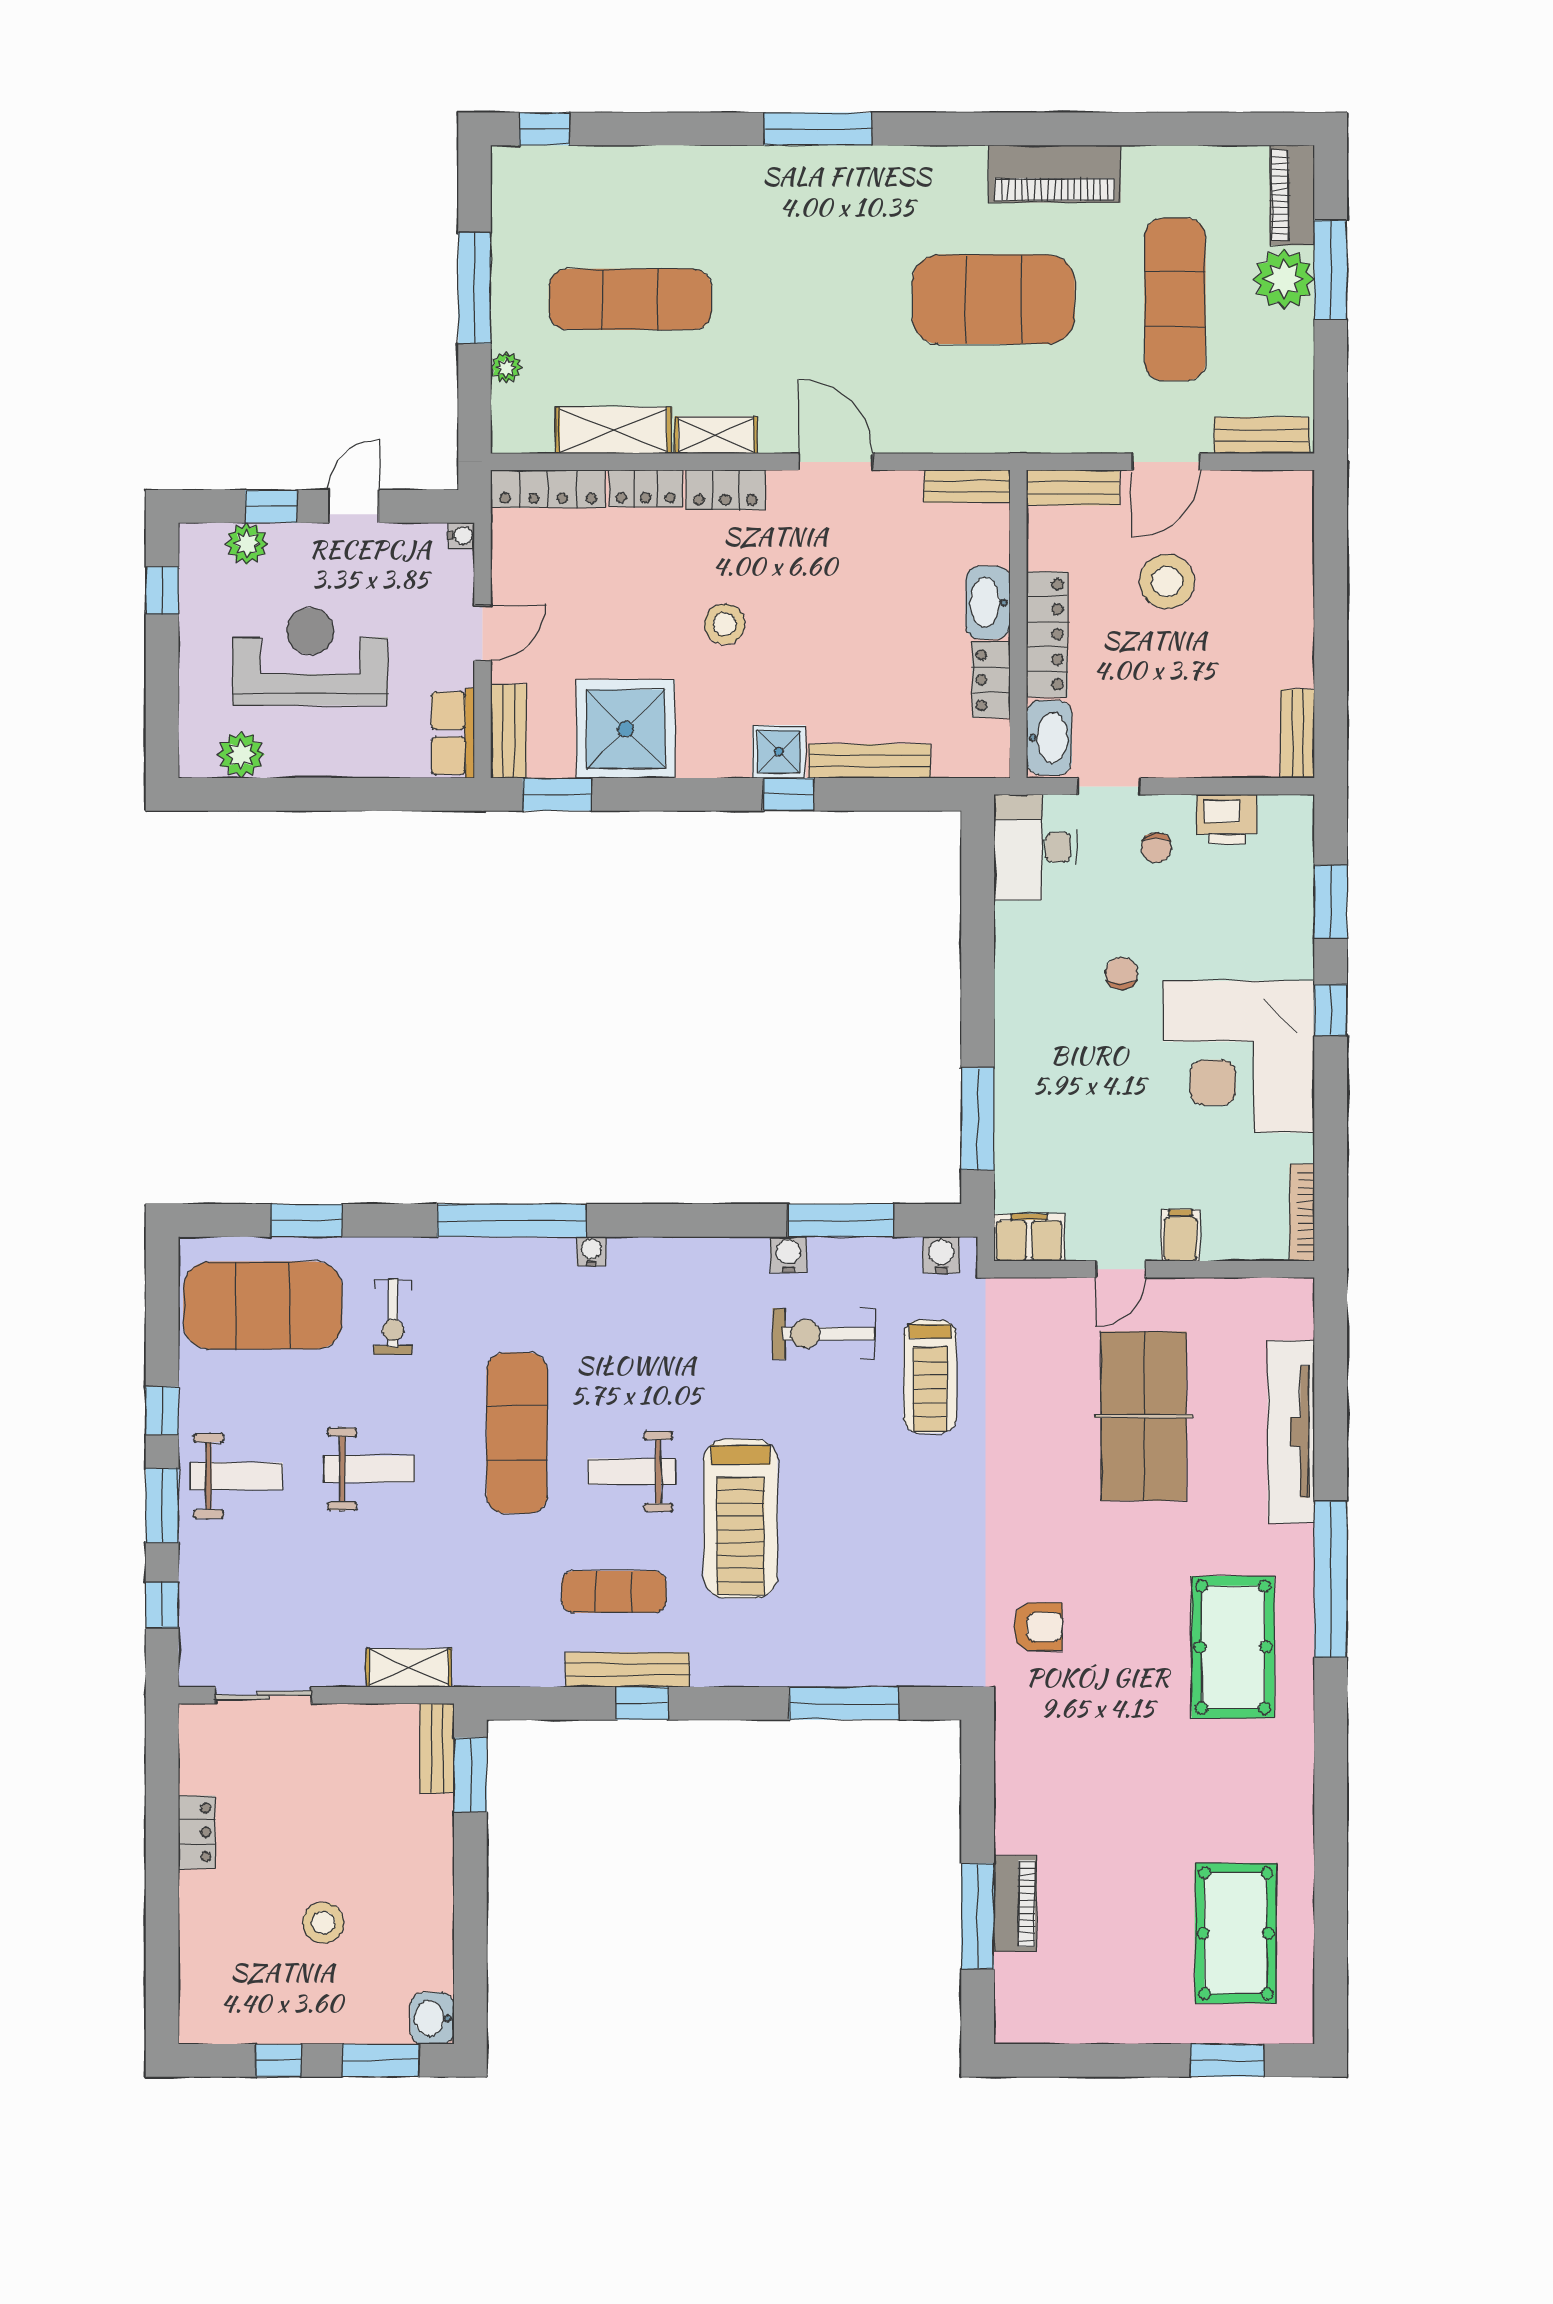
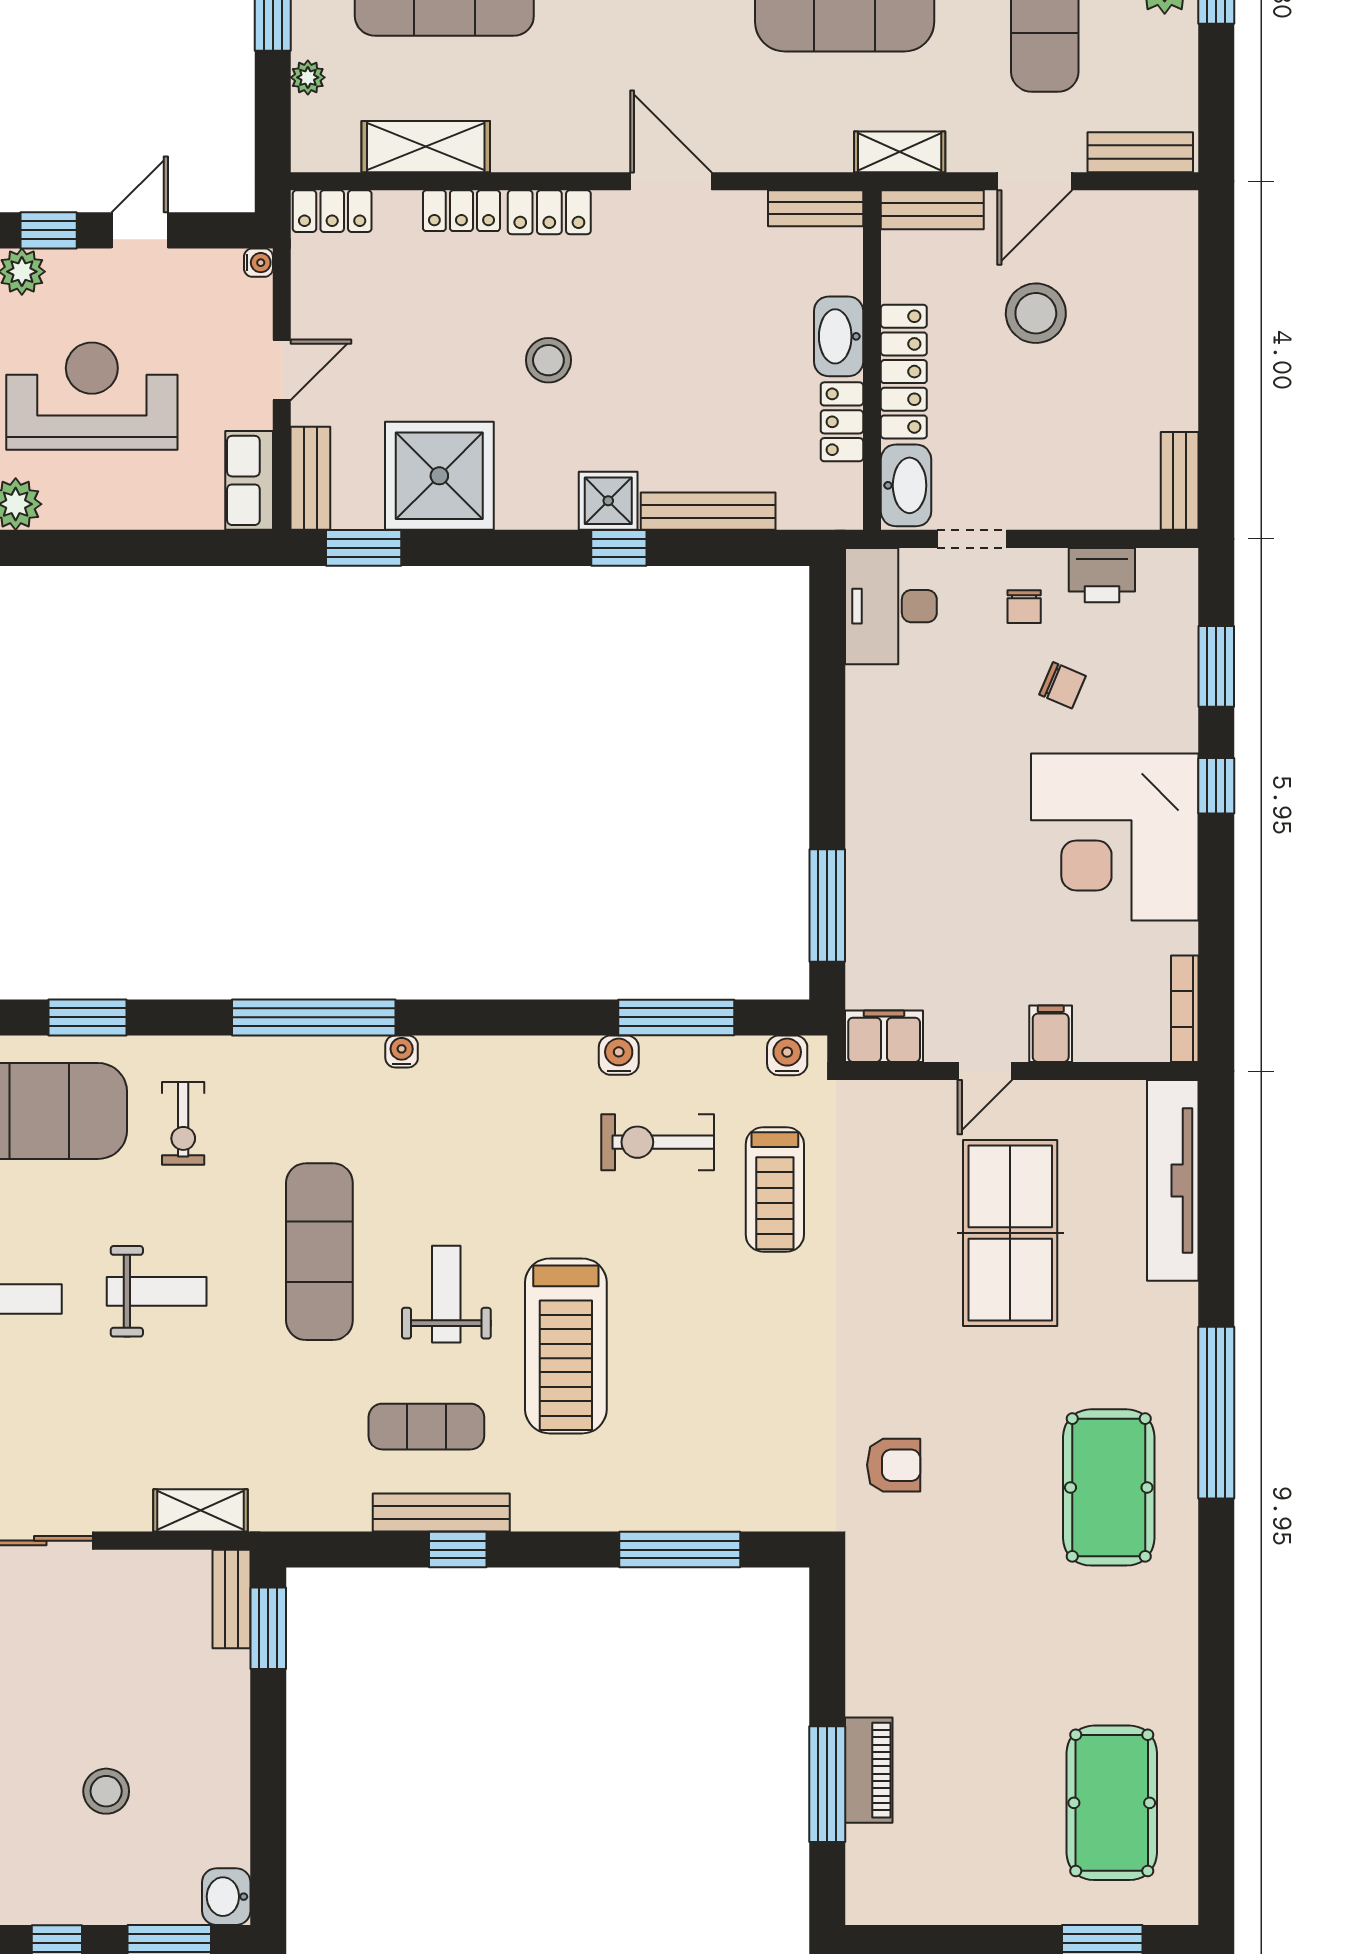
shelving: (716, 435) -> (900, 152), moved
locker: (548, 489) -> (332, 211), width x0.66
chair: (1121, 973) -> (1063, 685), moved, turned 113
tv unit: (1291, 1432) -> (1173, 1180), moved
weight bench: (632, 1472) -> (446, 1294), turned 90

